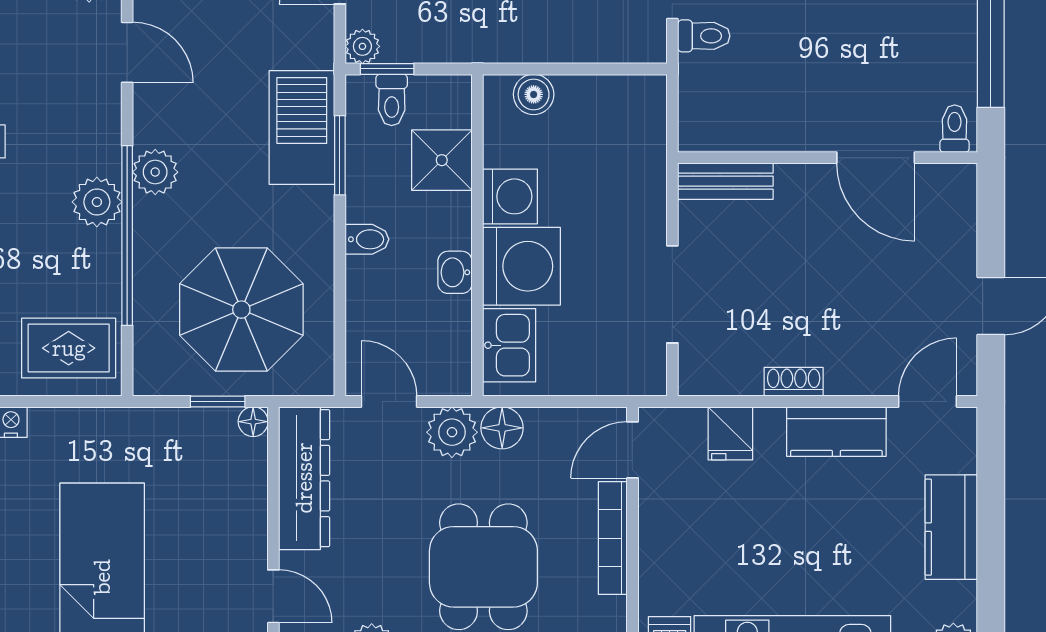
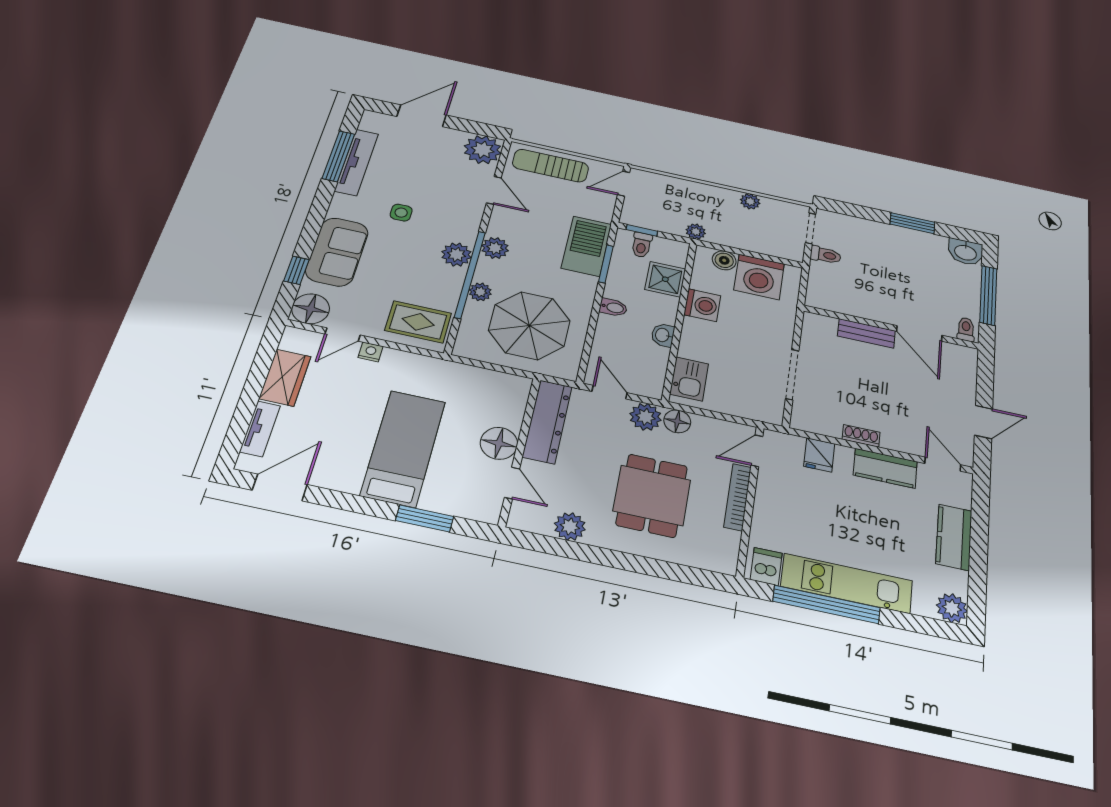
plant: (362, 46) -> (696, 232), moved
bench: (725, 181) -> (866, 333), moved
plant: (151, 265) -> (480, 292), added
washing machine: (522, 266) -> (759, 277), moved, turned 90
window: (218, 401) -> (503, 369), removed
door: (928, 401) -> (943, 464), hinge flipped
floor lamp: (253, 422) -> (499, 443), moved, width x1.89, depth x1.89

